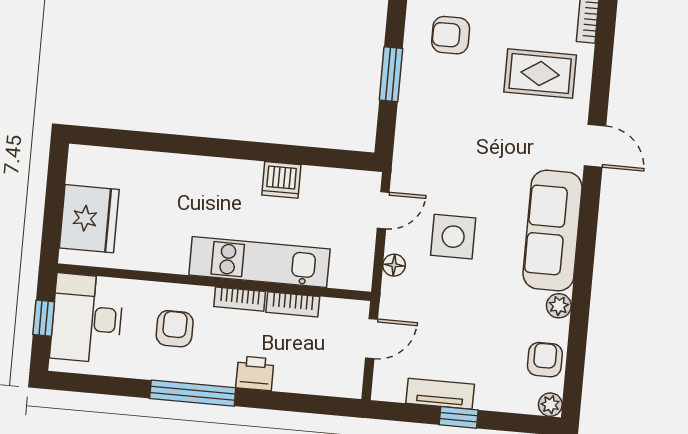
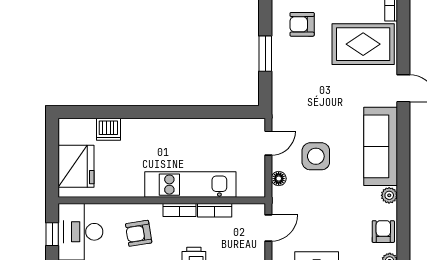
rug: (540, 74) -> (363, 44), width x1.36, depth x1.43
dishwasher: (281, 180) -> (108, 129), moved
armchair: (175, 329) -> (139, 233), turned -99

